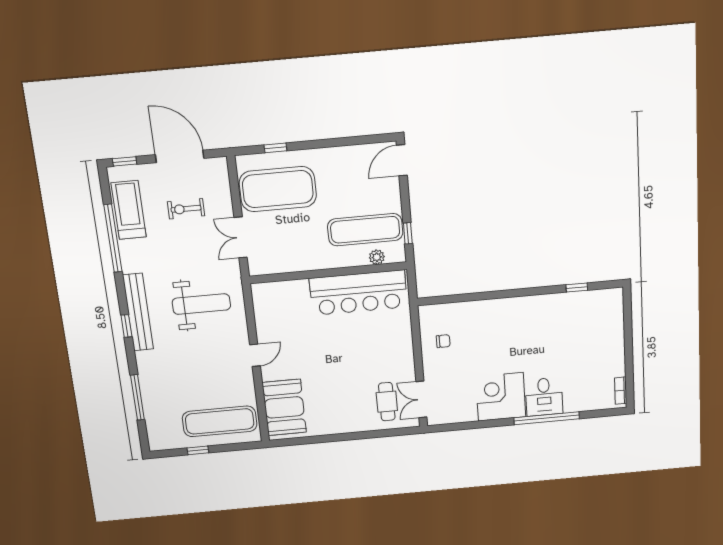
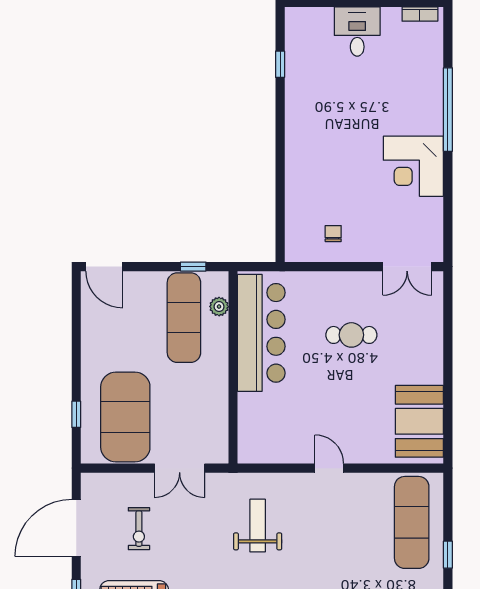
weight bench: (201, 304) -> (258, 526), width x0.73, depth x0.75
desk: (544, 397) -> (357, 31), moved, turned -90
cafe table: (387, 402) -> (351, 335), moved
booth: (284, 407) -> (419, 421), moved, turned 90

